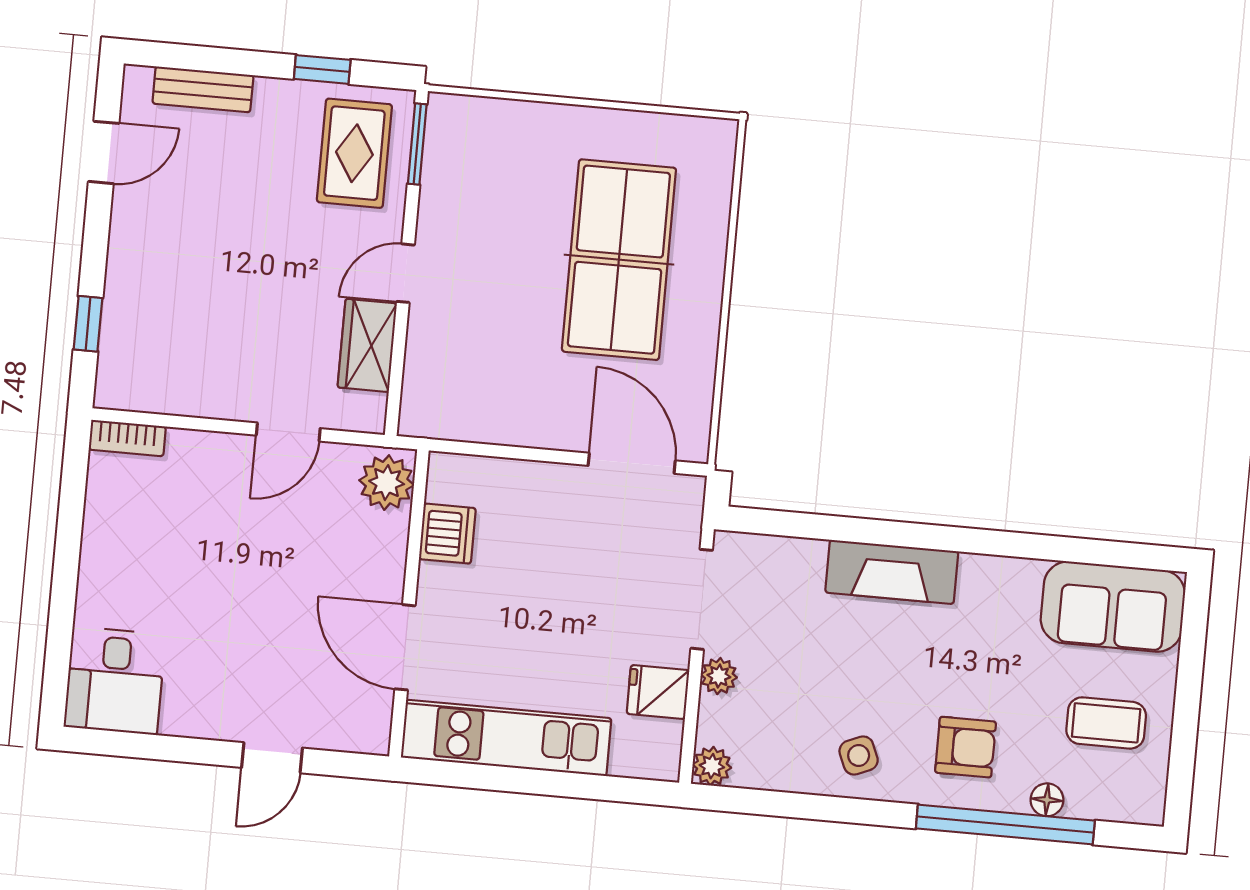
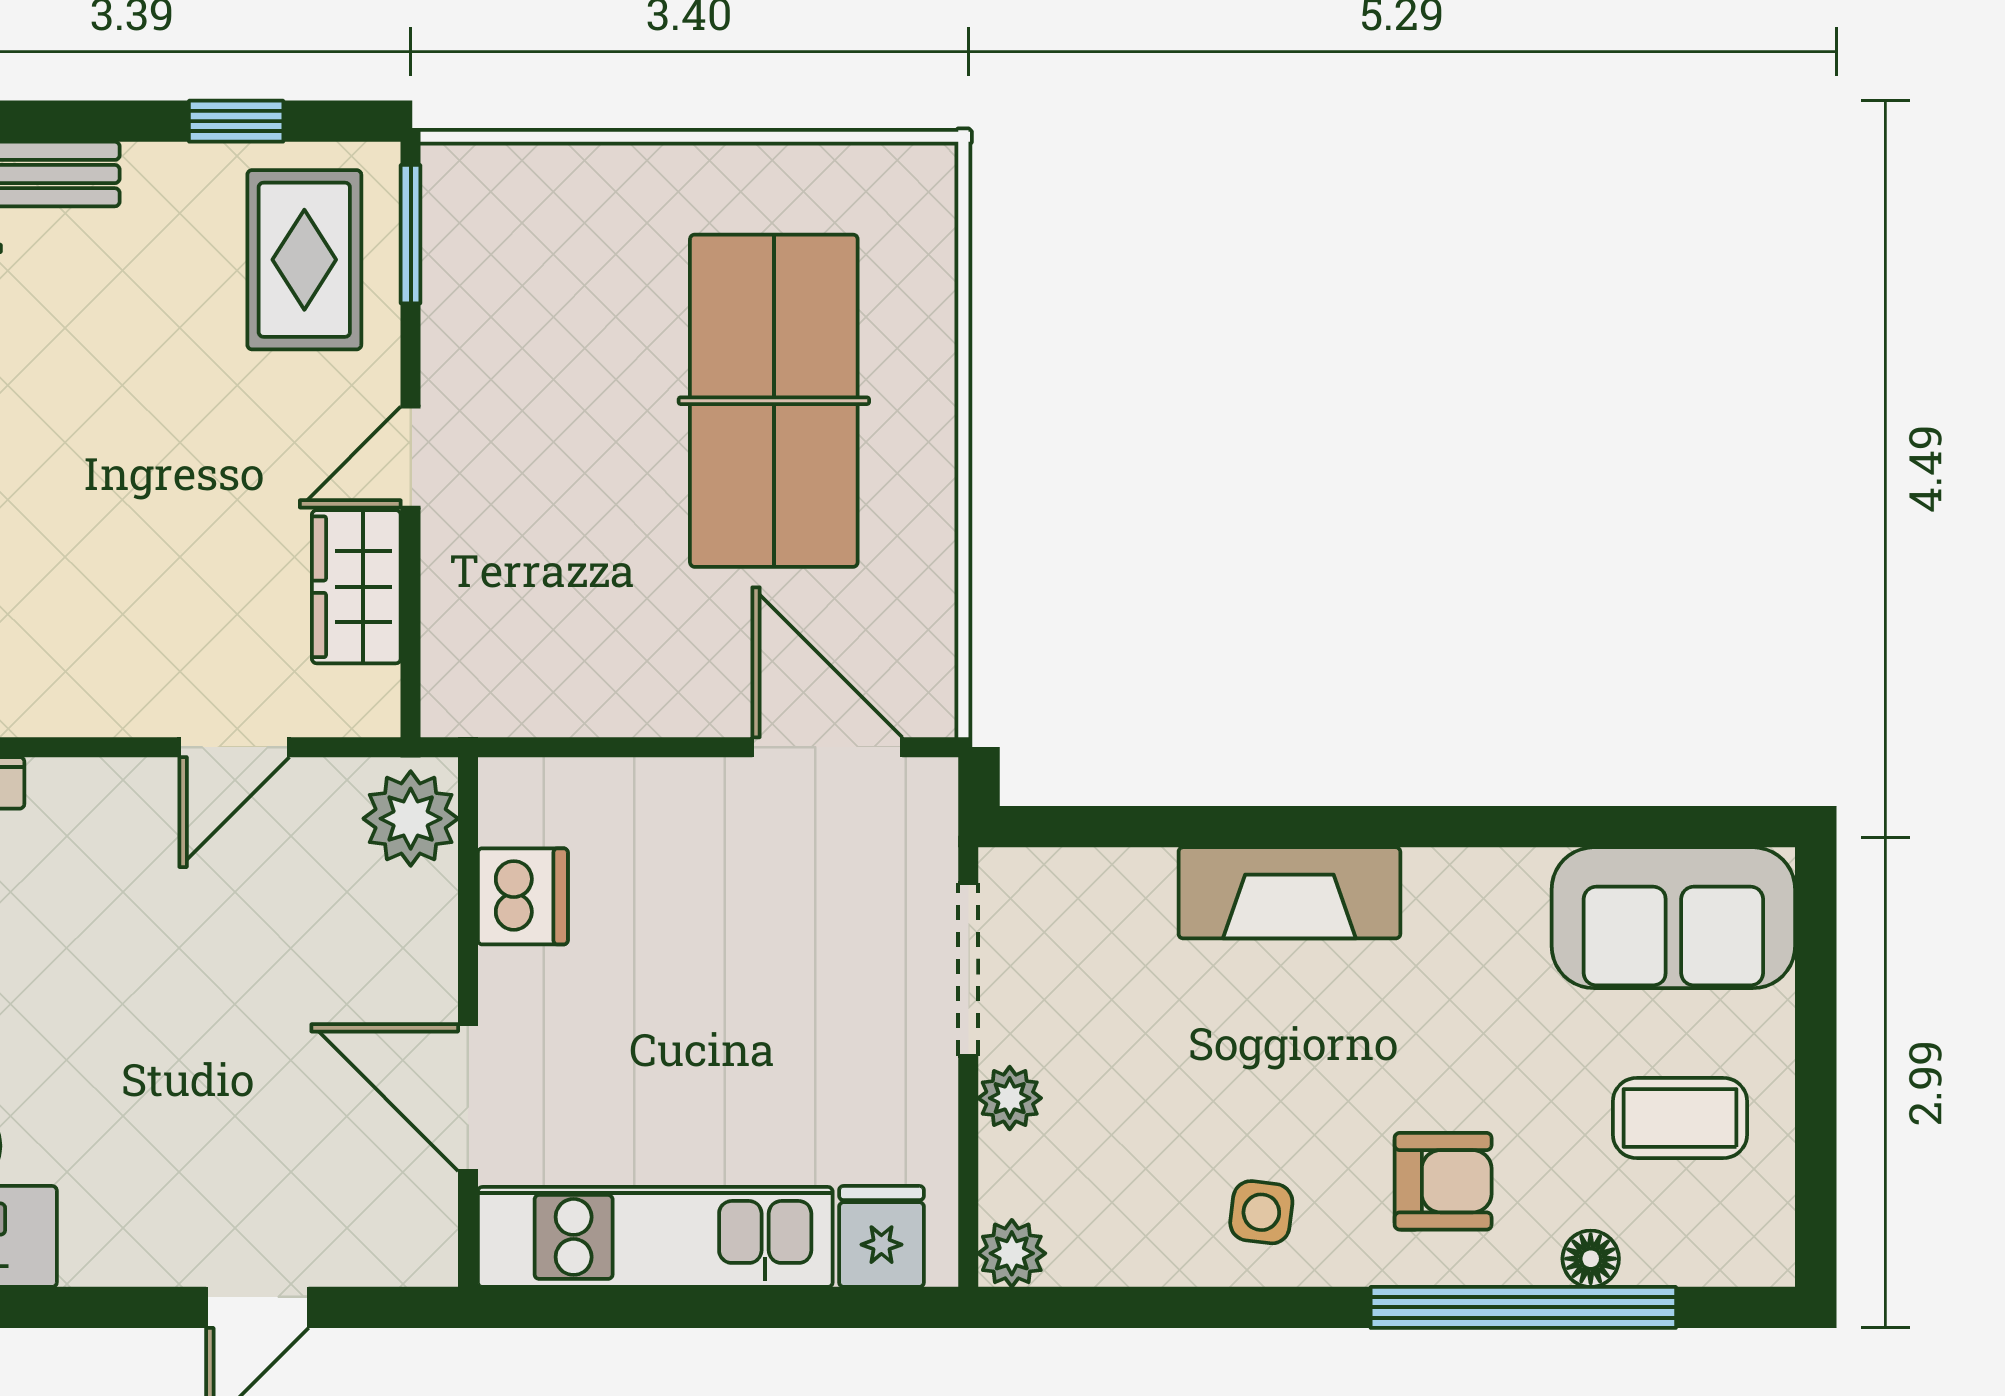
fridge: (658, 692) -> (881, 1236), moved, turned 90
side table: (859, 755) -> (1261, 1212), turned 30

